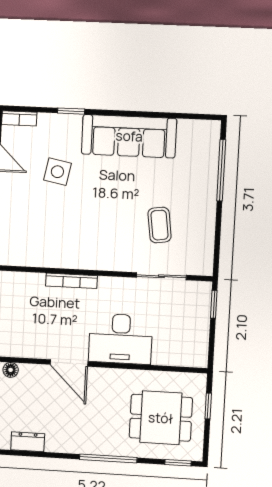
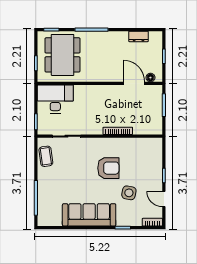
armchair: (91, 217) -> (108, 168), added
coffee table: (159, 225) -> (46, 156), moved
desk: (121, 339) -> (55, 99), moved
door: (69, 363) -> (134, 83), moved
dining table: (161, 418) -> (63, 55), width x1.38

